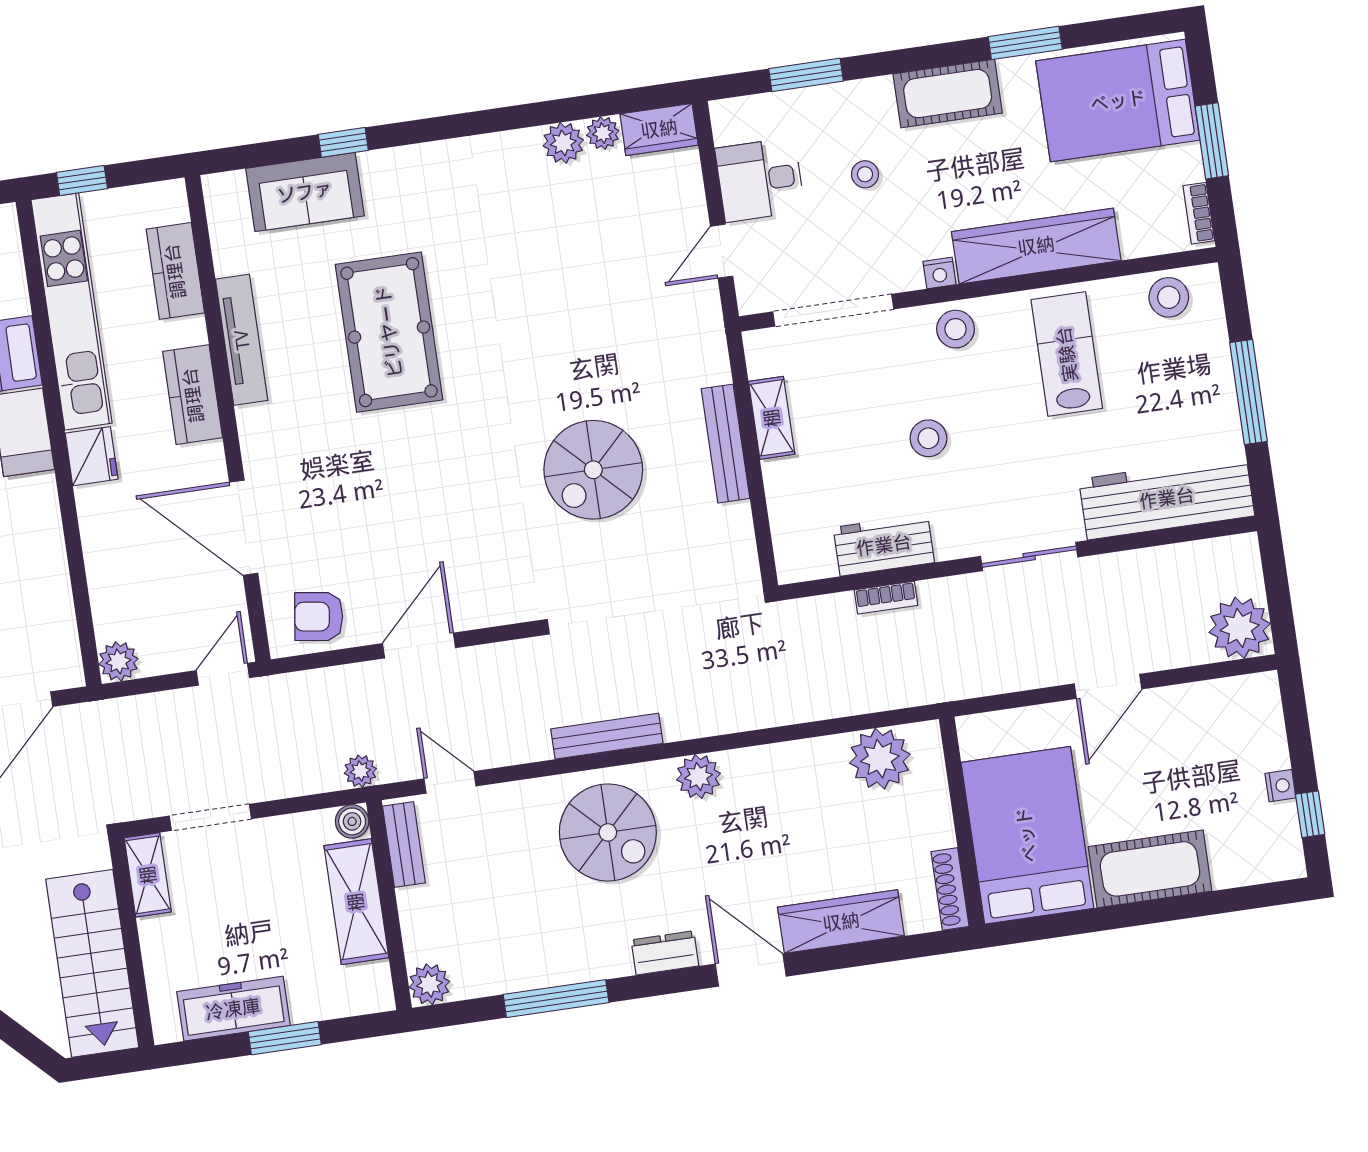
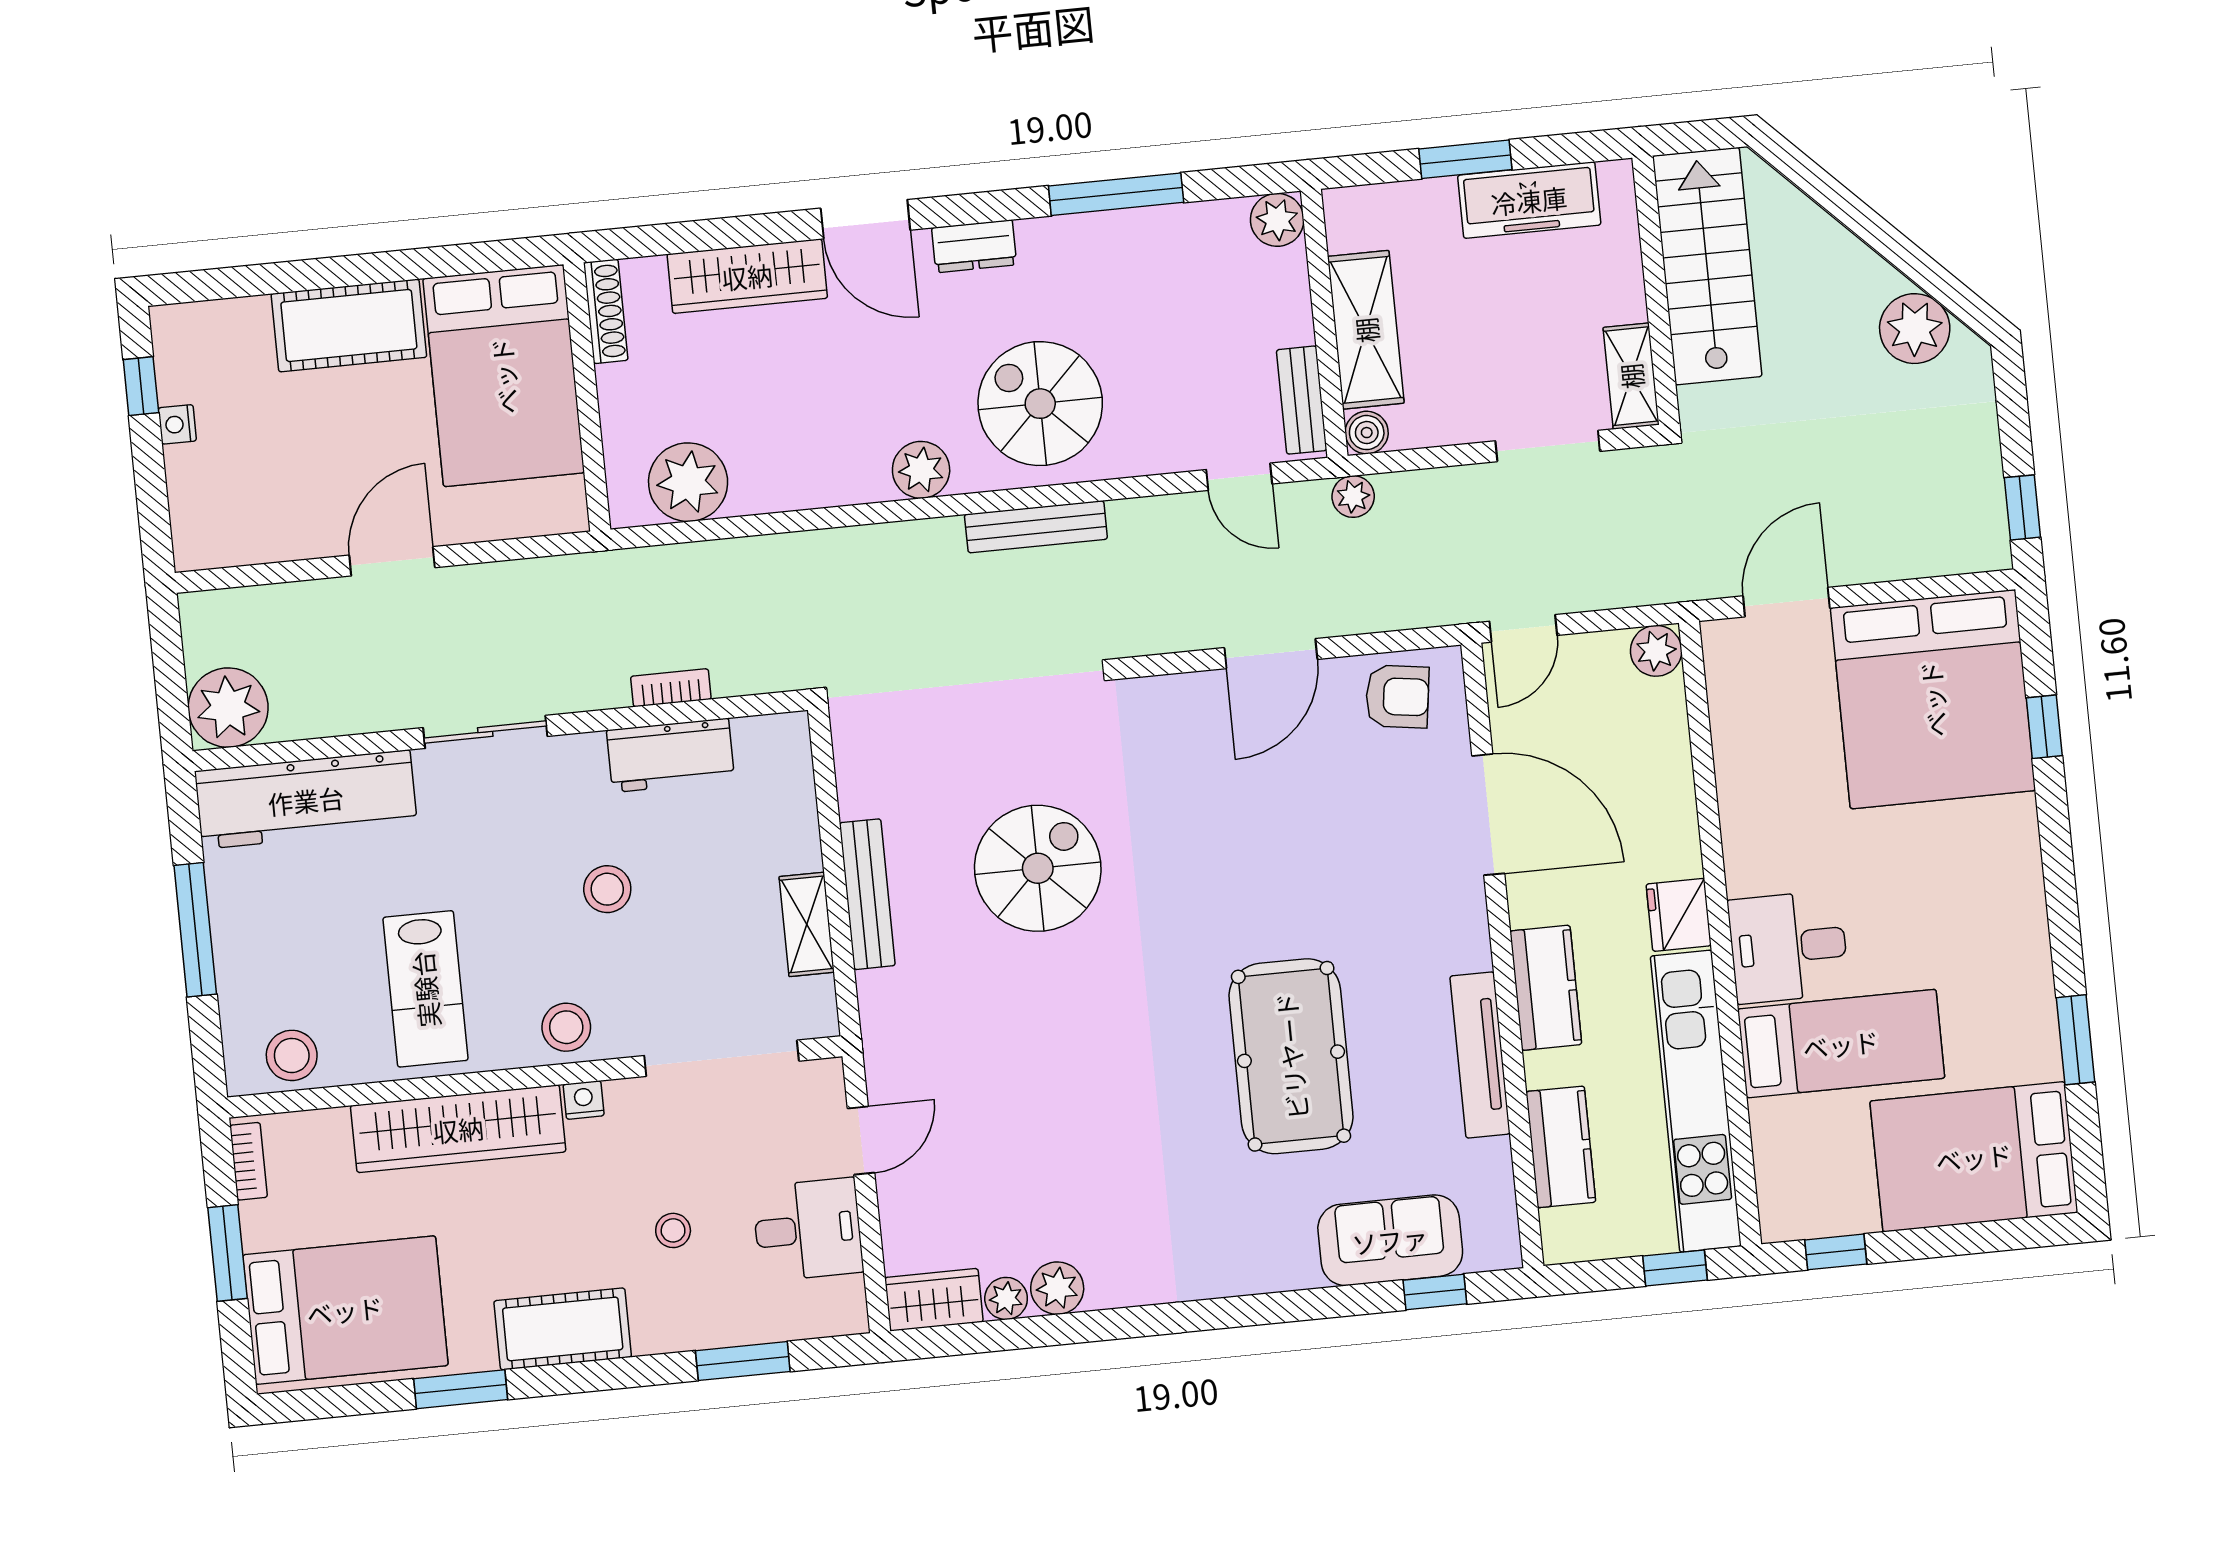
window: (343, 142) -> (1435, 1292), moved
plant: (1240, 628) -> (228, 708), moved

